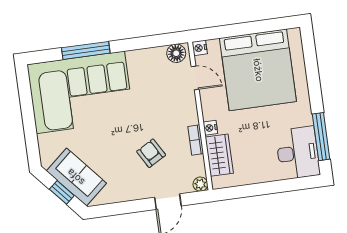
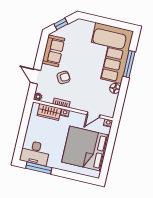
floor lamp: (176, 53) -> (115, 88), moved
sofa: (76, 177) -> (53, 51), moved, turned -49

